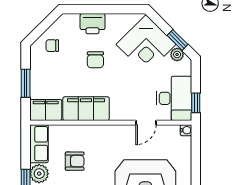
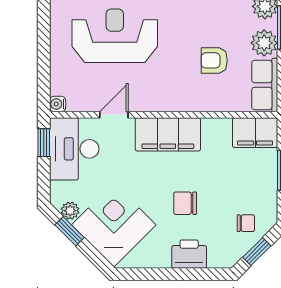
window: (44, 25) -> (257, 252), added
chair: (95, 60) -> (185, 203), turned -90
filing cabinet: (86, 109) -> (168, 134), moved

